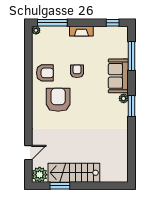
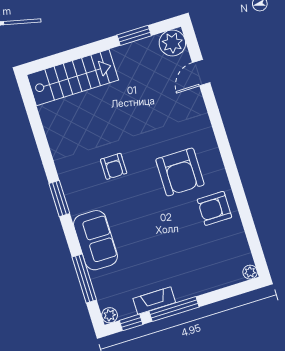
window: (52, 23) -> (174, 309), moved
fireplace: (81, 31) -> (154, 301), moved
armchair: (77, 71) -> (114, 166), moved
plant: (124, 98) -> (110, 315), moved
stairs: (74, 173) -> (73, 77), moved

